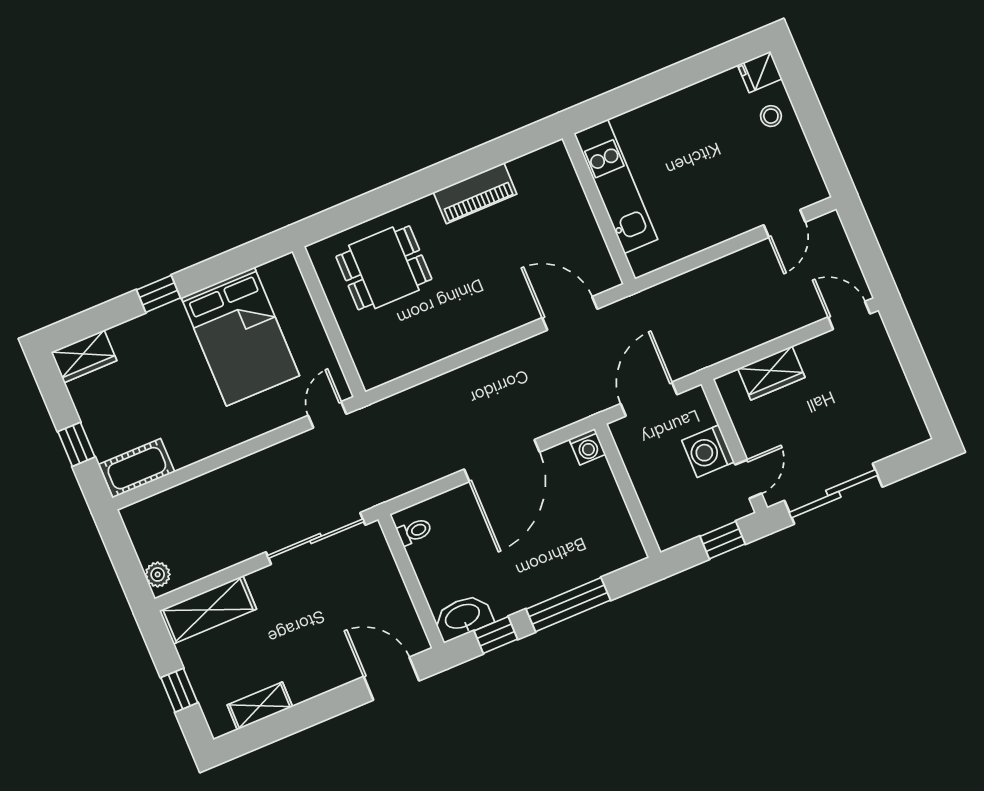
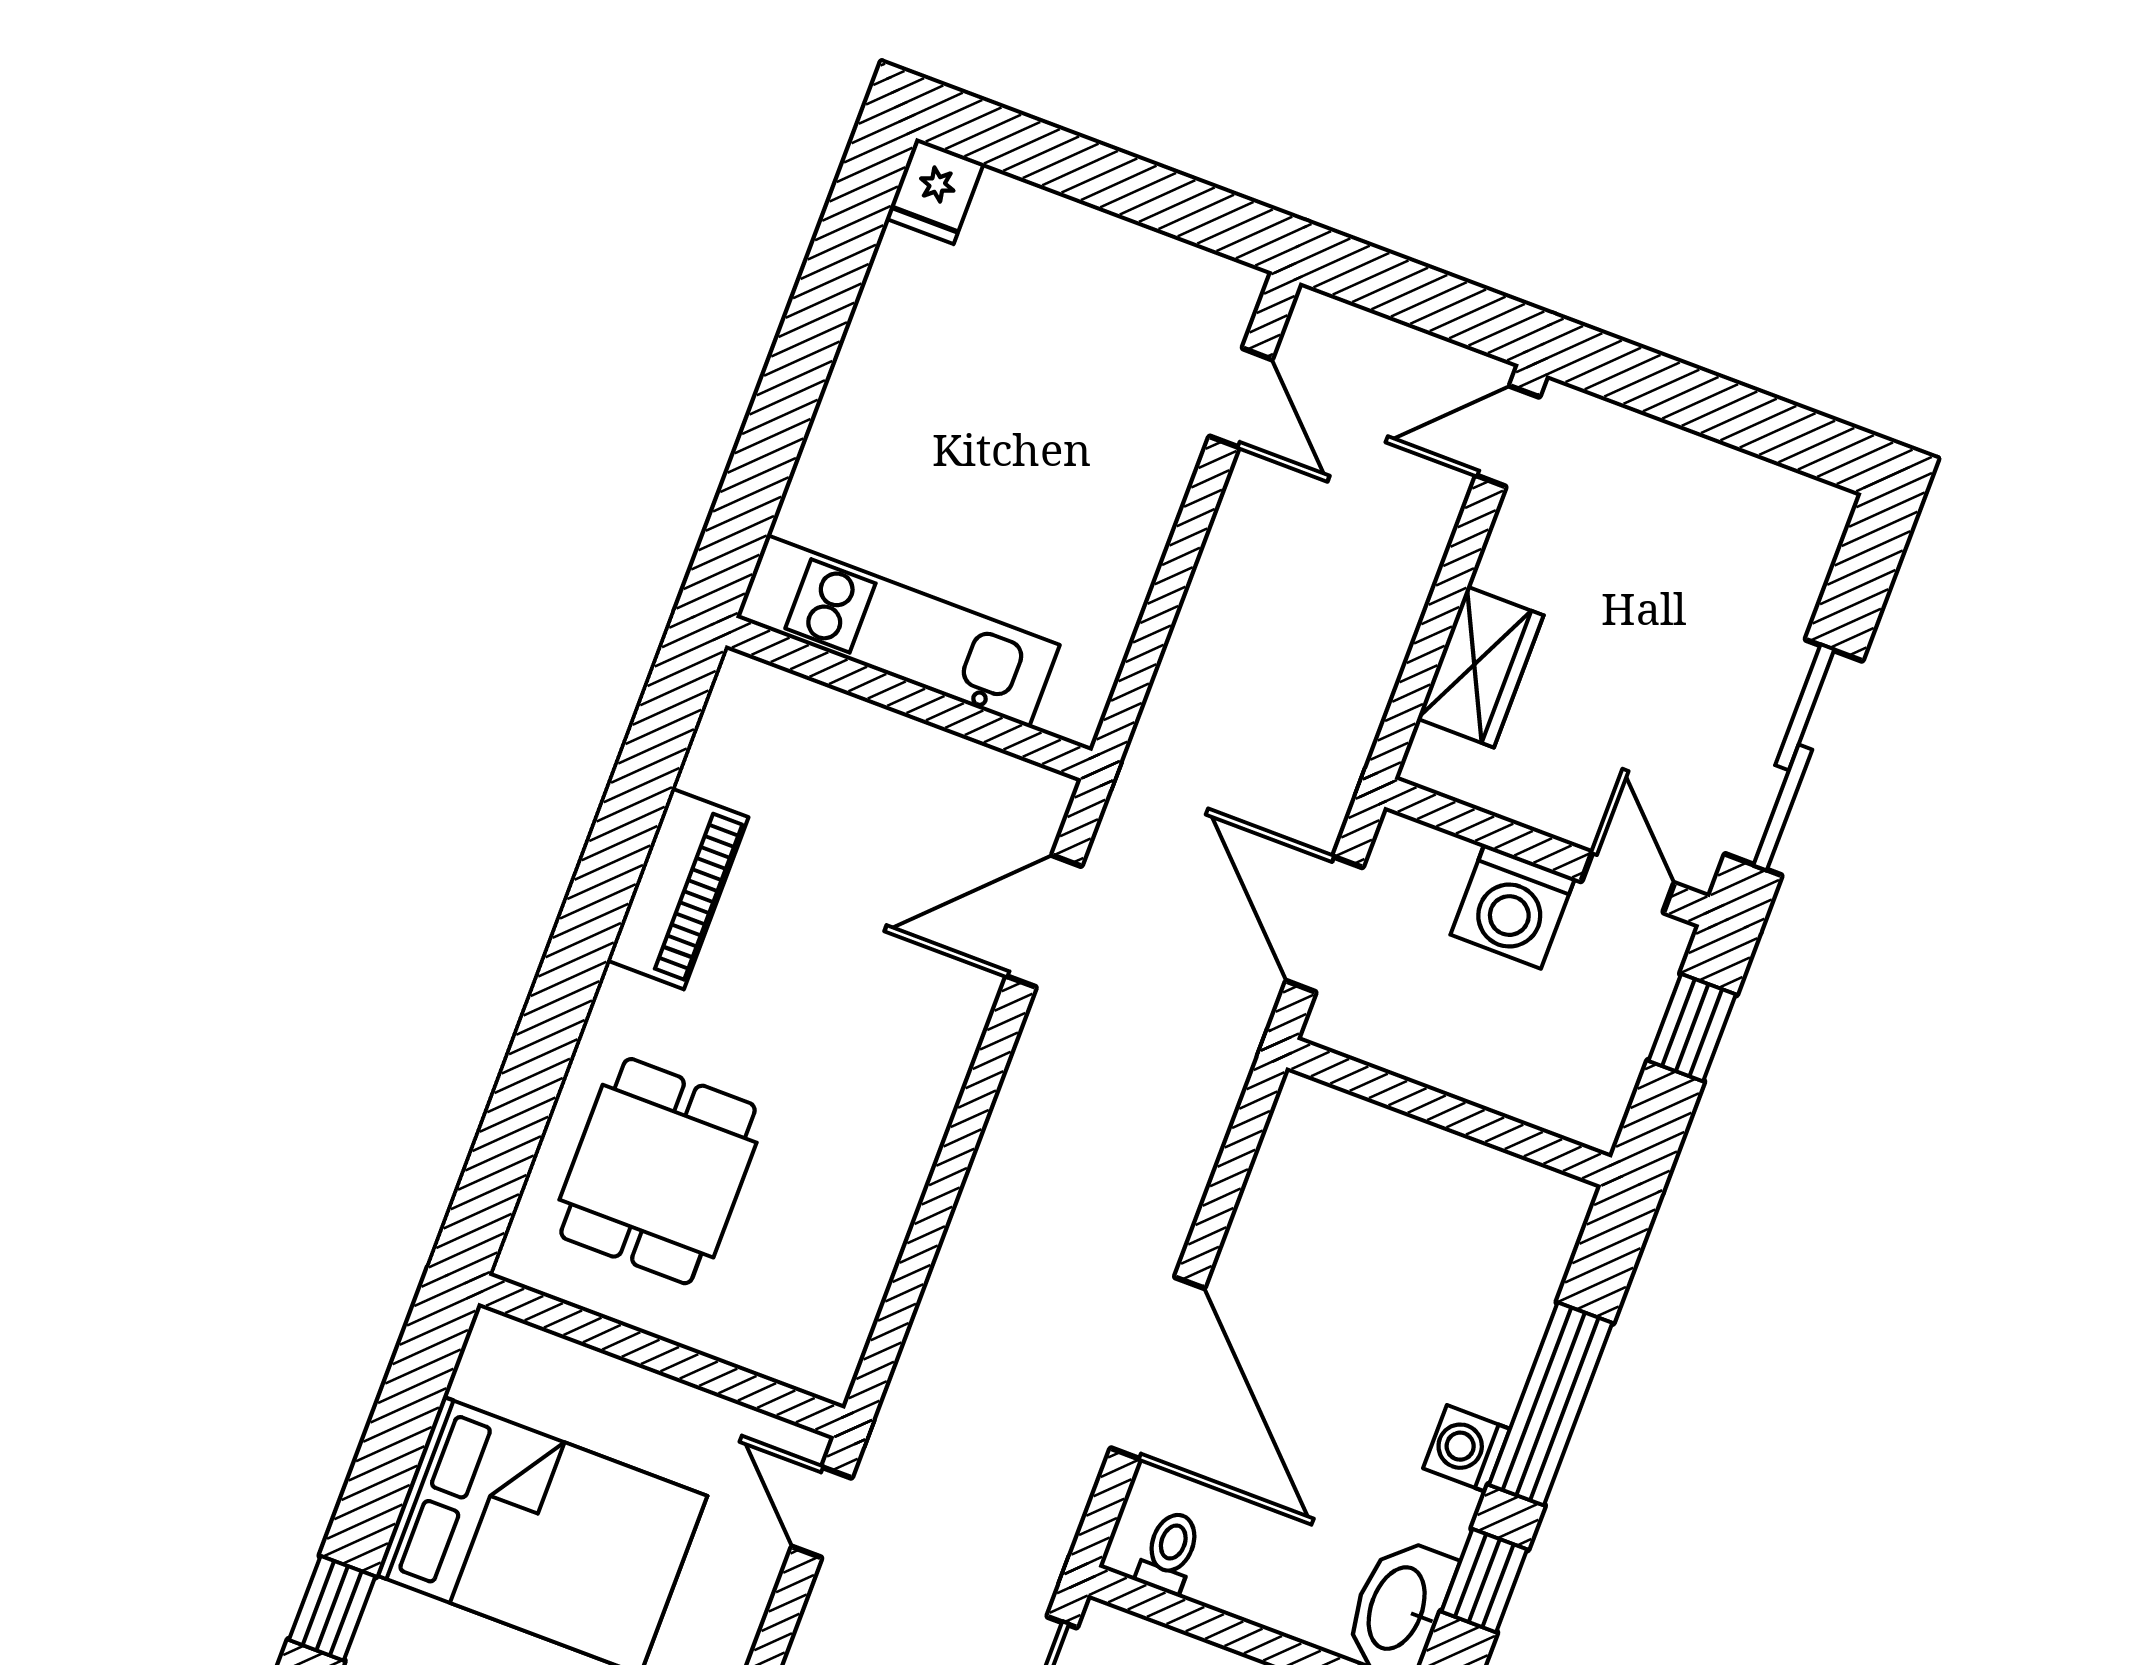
stool: (771, 116) -> (1030, 244), removed
washing machine: (587, 447) -> (1467, 1449), moved, turned 180
door: (502, 461) -> (1157, 1368), moved

